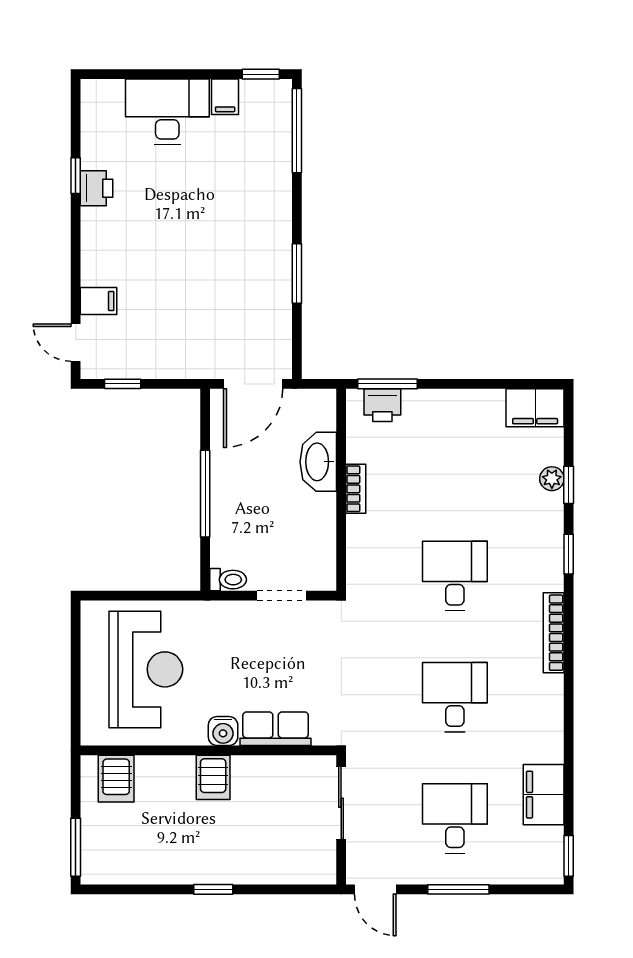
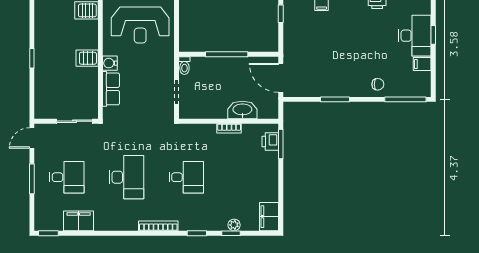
window: (261, 74) -> (433, 35), moved
chair: (266, 187) -> (378, 84), added
desk: (455, 697) -> (126, 177), width x1.37

